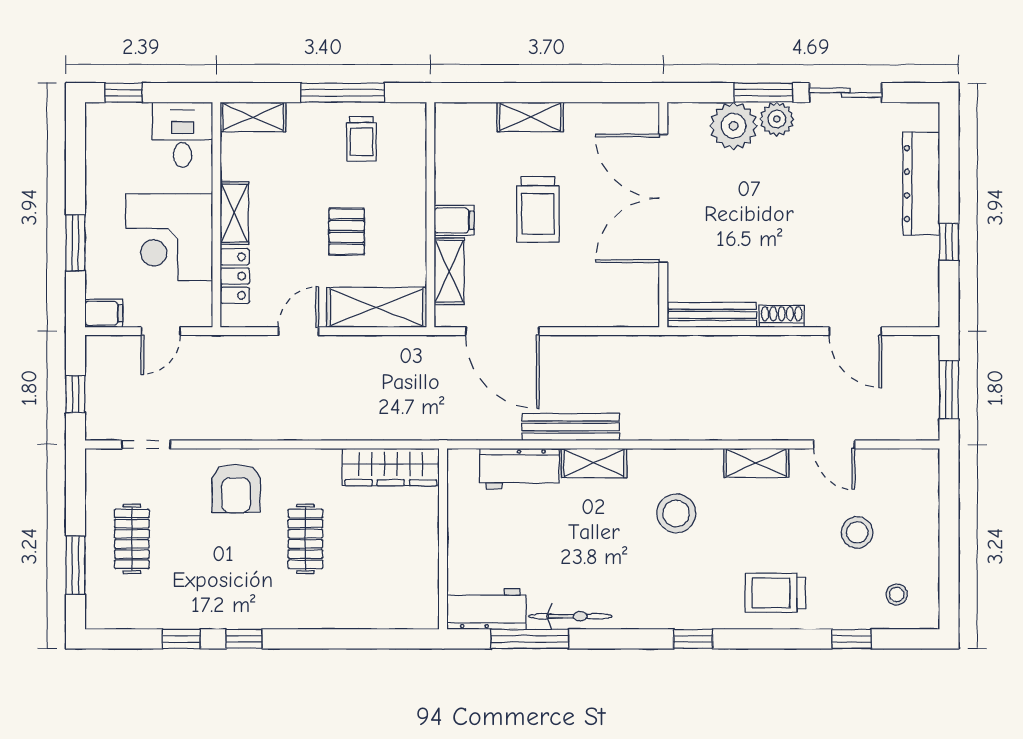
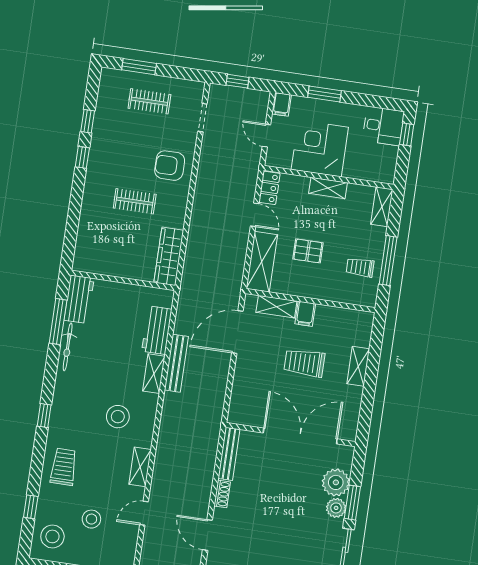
desk: (182, 135) -> (383, 126), moved
locker: (235, 276) -> (269, 188), moved, turned -90
door: (855, 331) -> (207, 535), hinge flipped
stool: (897, 594) -> (52, 536), width x1.89, depth x1.89

